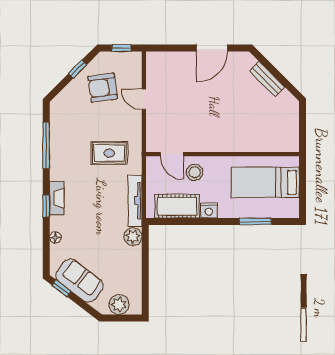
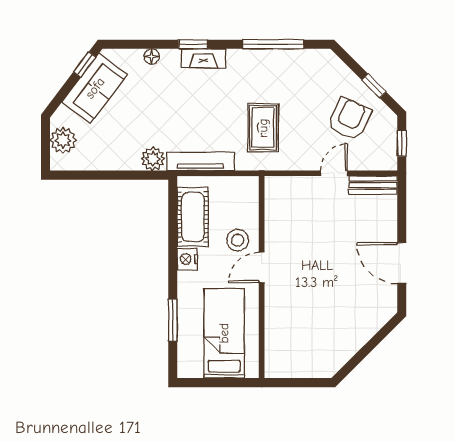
bench: (267, 79) -> (373, 185), moved, turned 45
armchair: (103, 88) -> (349, 119), turned 32
door: (172, 154) -> (262, 267), moved

